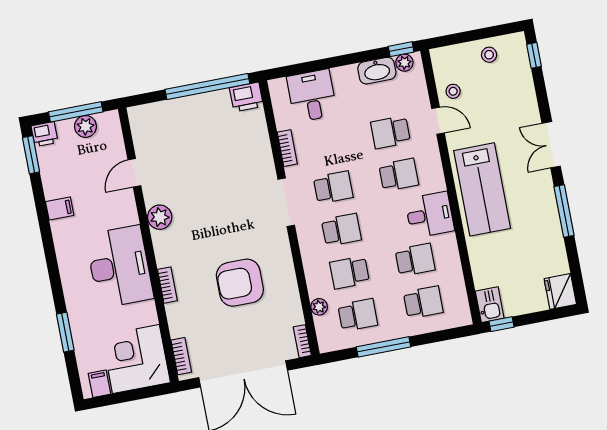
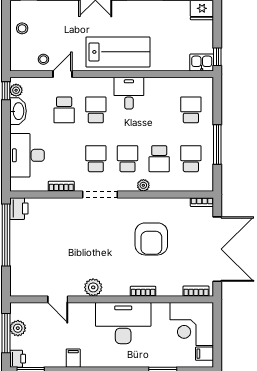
desk: (312, 96) -> (27, 155), width x1.37
school desk: (415, 260) -> (159, 110), removed
plant: (319, 307) -> (143, 185), moved

